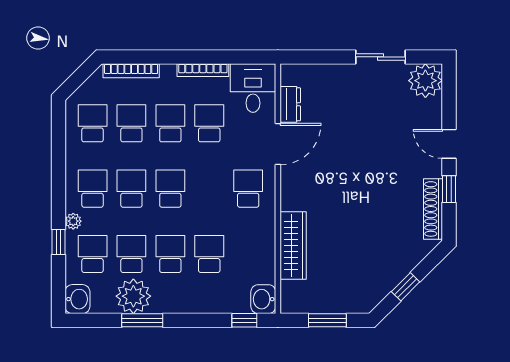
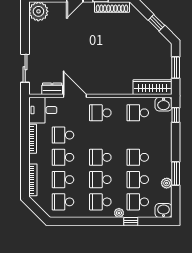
sliding door: (381, 57) -> (25, 68), moved
wardrobe: (293, 246) -> (153, 87), moved
school desk: (209, 254) -> (138, 113), moved
plant: (133, 296) -> (167, 183), width x0.53, depth x0.53

